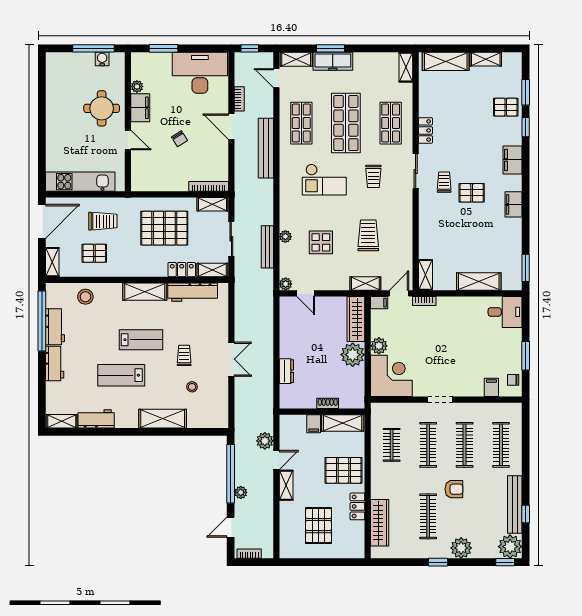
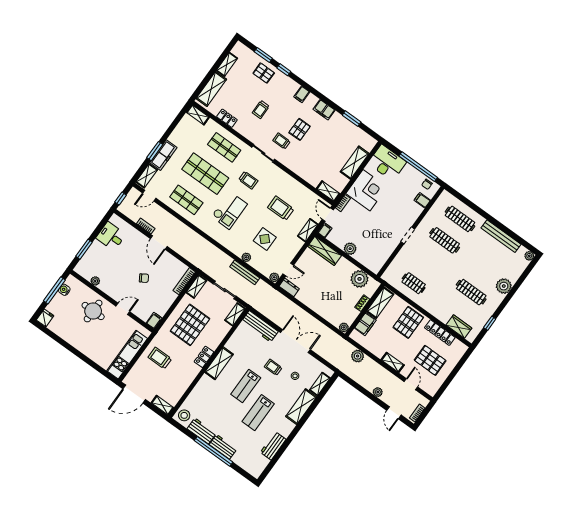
fridge: (55, 60) -> (45, 318), added
desk: (200, 73) -> (111, 236), width x0.53, depth x0.77
pallet: (506, 107) -> (264, 73), turned 90
filing cabinet: (140, 108) -> (154, 320), moved, width x0.50
door: (231, 127) -> (159, 243), hinge flipped
locker: (425, 130) -> (227, 118), moved
trolley: (463, 133) -> (261, 109), added
bench: (266, 148) -> (186, 231), removed
filing cabinet: (513, 160) -> (302, 94), width x0.50
door: (42, 221) -> (134, 394), swing flipped
trolley: (103, 221) -> (160, 358), turned -90
pallet: (94, 253) -> (175, 377), removed
window: (526, 268) -> (352, 119), moved
locker: (182, 270) -> (204, 357), moved
workbench: (193, 292) -> (260, 326), moved, turned 90
stool: (85, 297) -> (184, 415), moved
desk: (505, 312) -> (387, 163), width x1.37
window: (42, 321) -> (213, 451), moved
lab bench: (141, 340) -> (246, 386), turned 180
plant: (353, 355) -> (360, 279), moved
window: (526, 356) -> (418, 167), width x2.11
double door: (231, 359) -> (295, 341), width x1.37
dresser: (286, 371) -> (289, 287), moved
corner desk: (391, 376) -> (367, 190), moved, turned 90
plant: (286, 402) -> (344, 327), added
shelving: (62, 421) -> (320, 384), moved
filing cabinet: (314, 424) -> (365, 324), width x2.00
clothes rail: (428, 445) -> (429, 262), removed
door: (276, 460) -> (411, 384), moved
window: (231, 474) -> (362, 390), removed
armchair: (454, 489) -> (466, 265), removed
locker: (357, 506) -> (440, 333), width x1.53
window: (526, 514) -> (511, 234), removed
wardrobe: (380, 523) -> (459, 327), width x0.67
plant: (510, 547) -> (529, 256), width x0.53, depth x0.53
window: (438, 562) -> (490, 323), moved
window: (505, 562) -> (531, 266), removed

